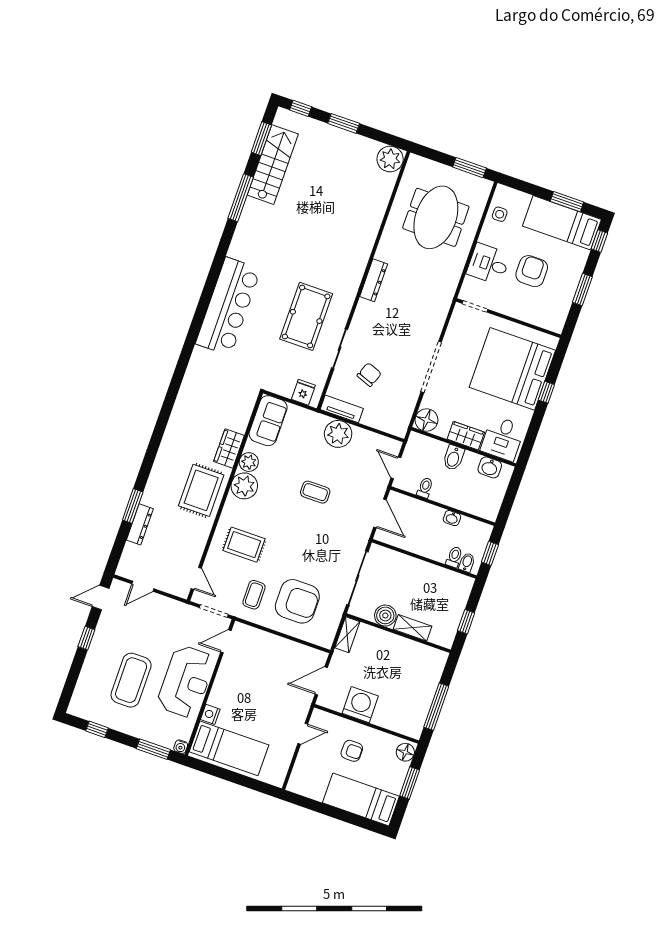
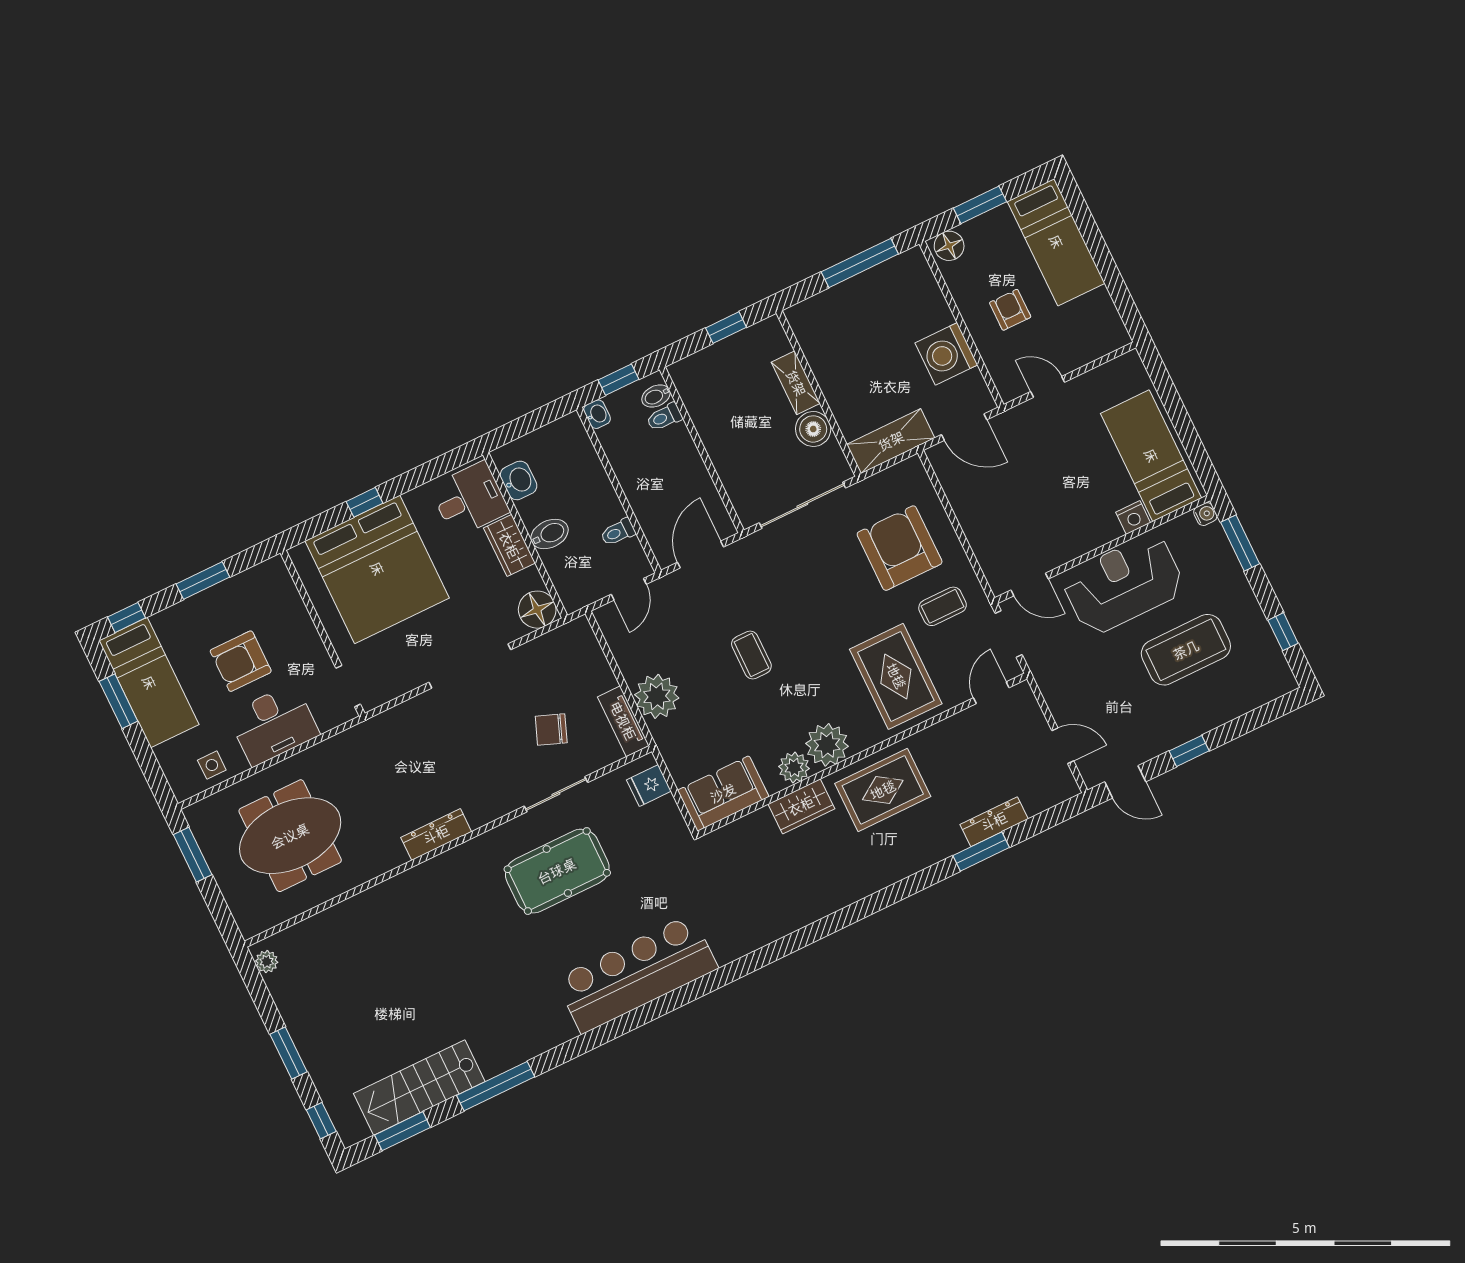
plant: (390, 159) -> (267, 962), width x0.53, depth x0.53
desk: (488, 264) -> (273, 724), width x1.37
washbasin: (452, 518) -> (597, 414), moved
rug: (244, 545) -> (896, 676), width x1.36, depth x1.43
shelving: (347, 635) -> (891, 441), width x1.50, depth x1.33

